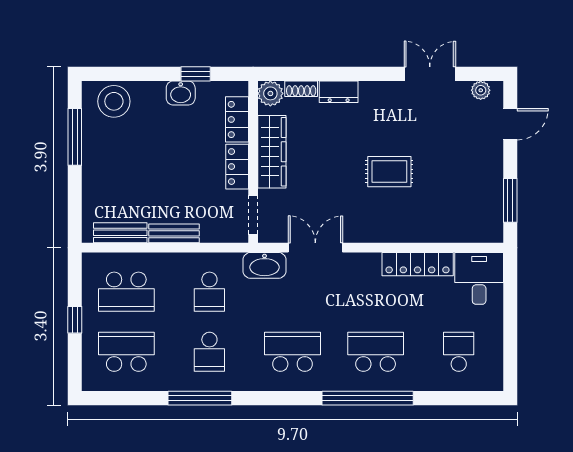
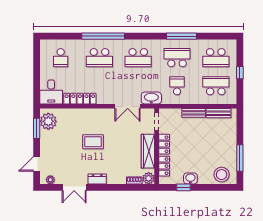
dresser: (339, 92) -> (97, 179), moved
plant: (485, 216) -> (48, 121), added
school desk: (209, 352) -> (177, 58), width x1.85

